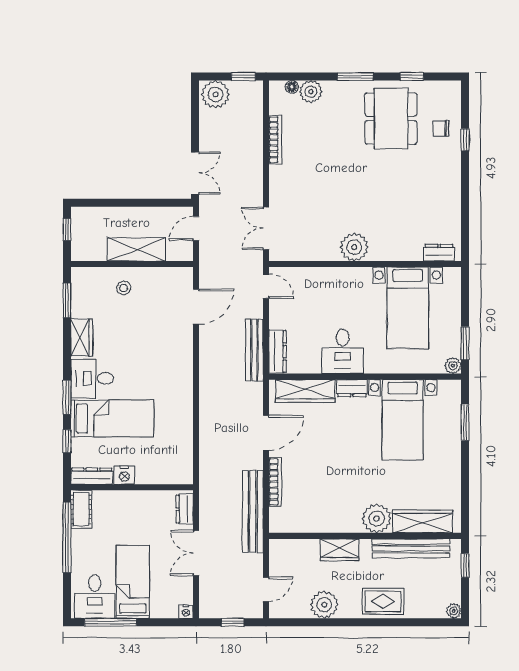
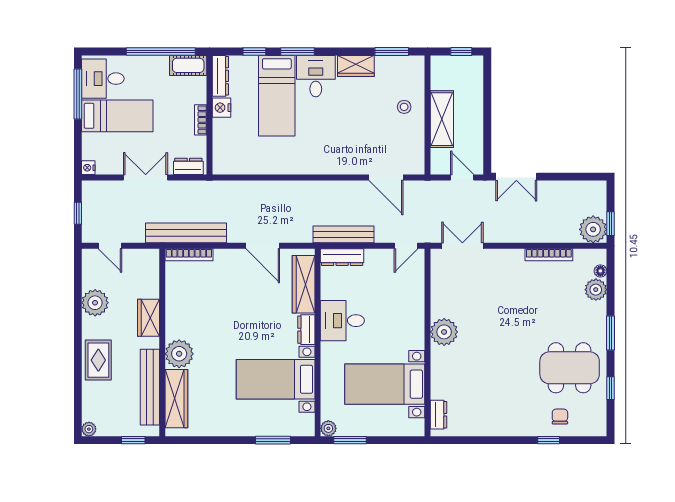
plant: (216, 94) -> (593, 229), moved
bookcase: (275, 482) -> (189, 255), moved
bookcase: (137, 496) -> (201, 120), added

